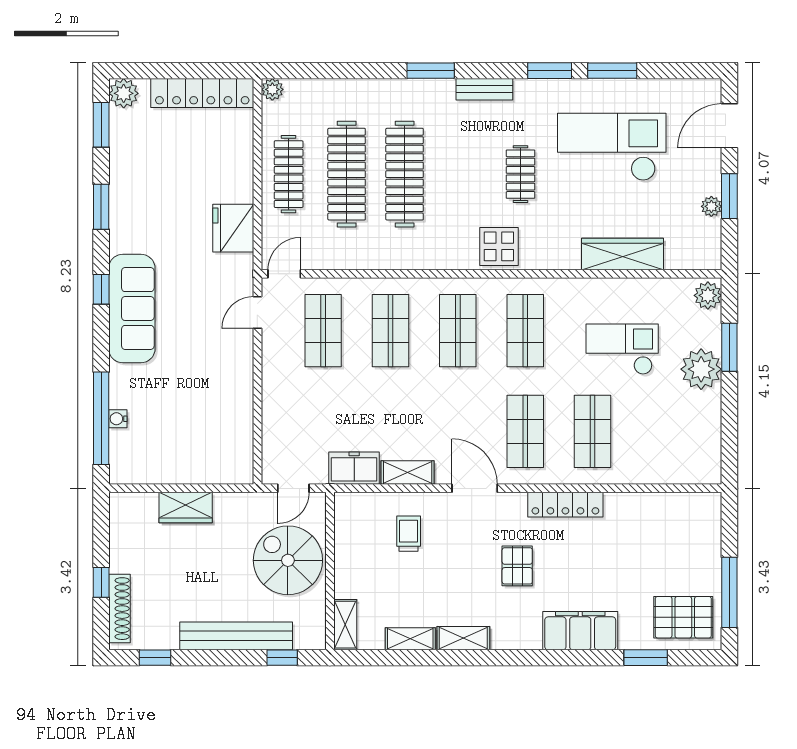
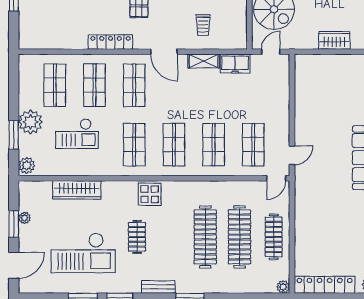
fridge: (233, 228) -> (306, 205), removed
shop shelf: (660, 431) -> (55, 85), added

